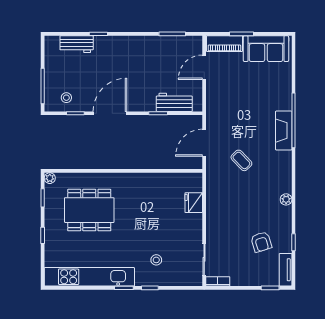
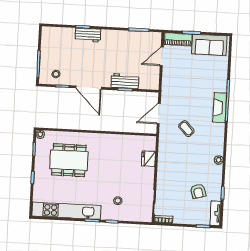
workbench: (77, 44) -> (88, 35), moved
workbench: (174, 102) -> (125, 81), moved
door: (110, 113) -> (88, 88), swing flipped

